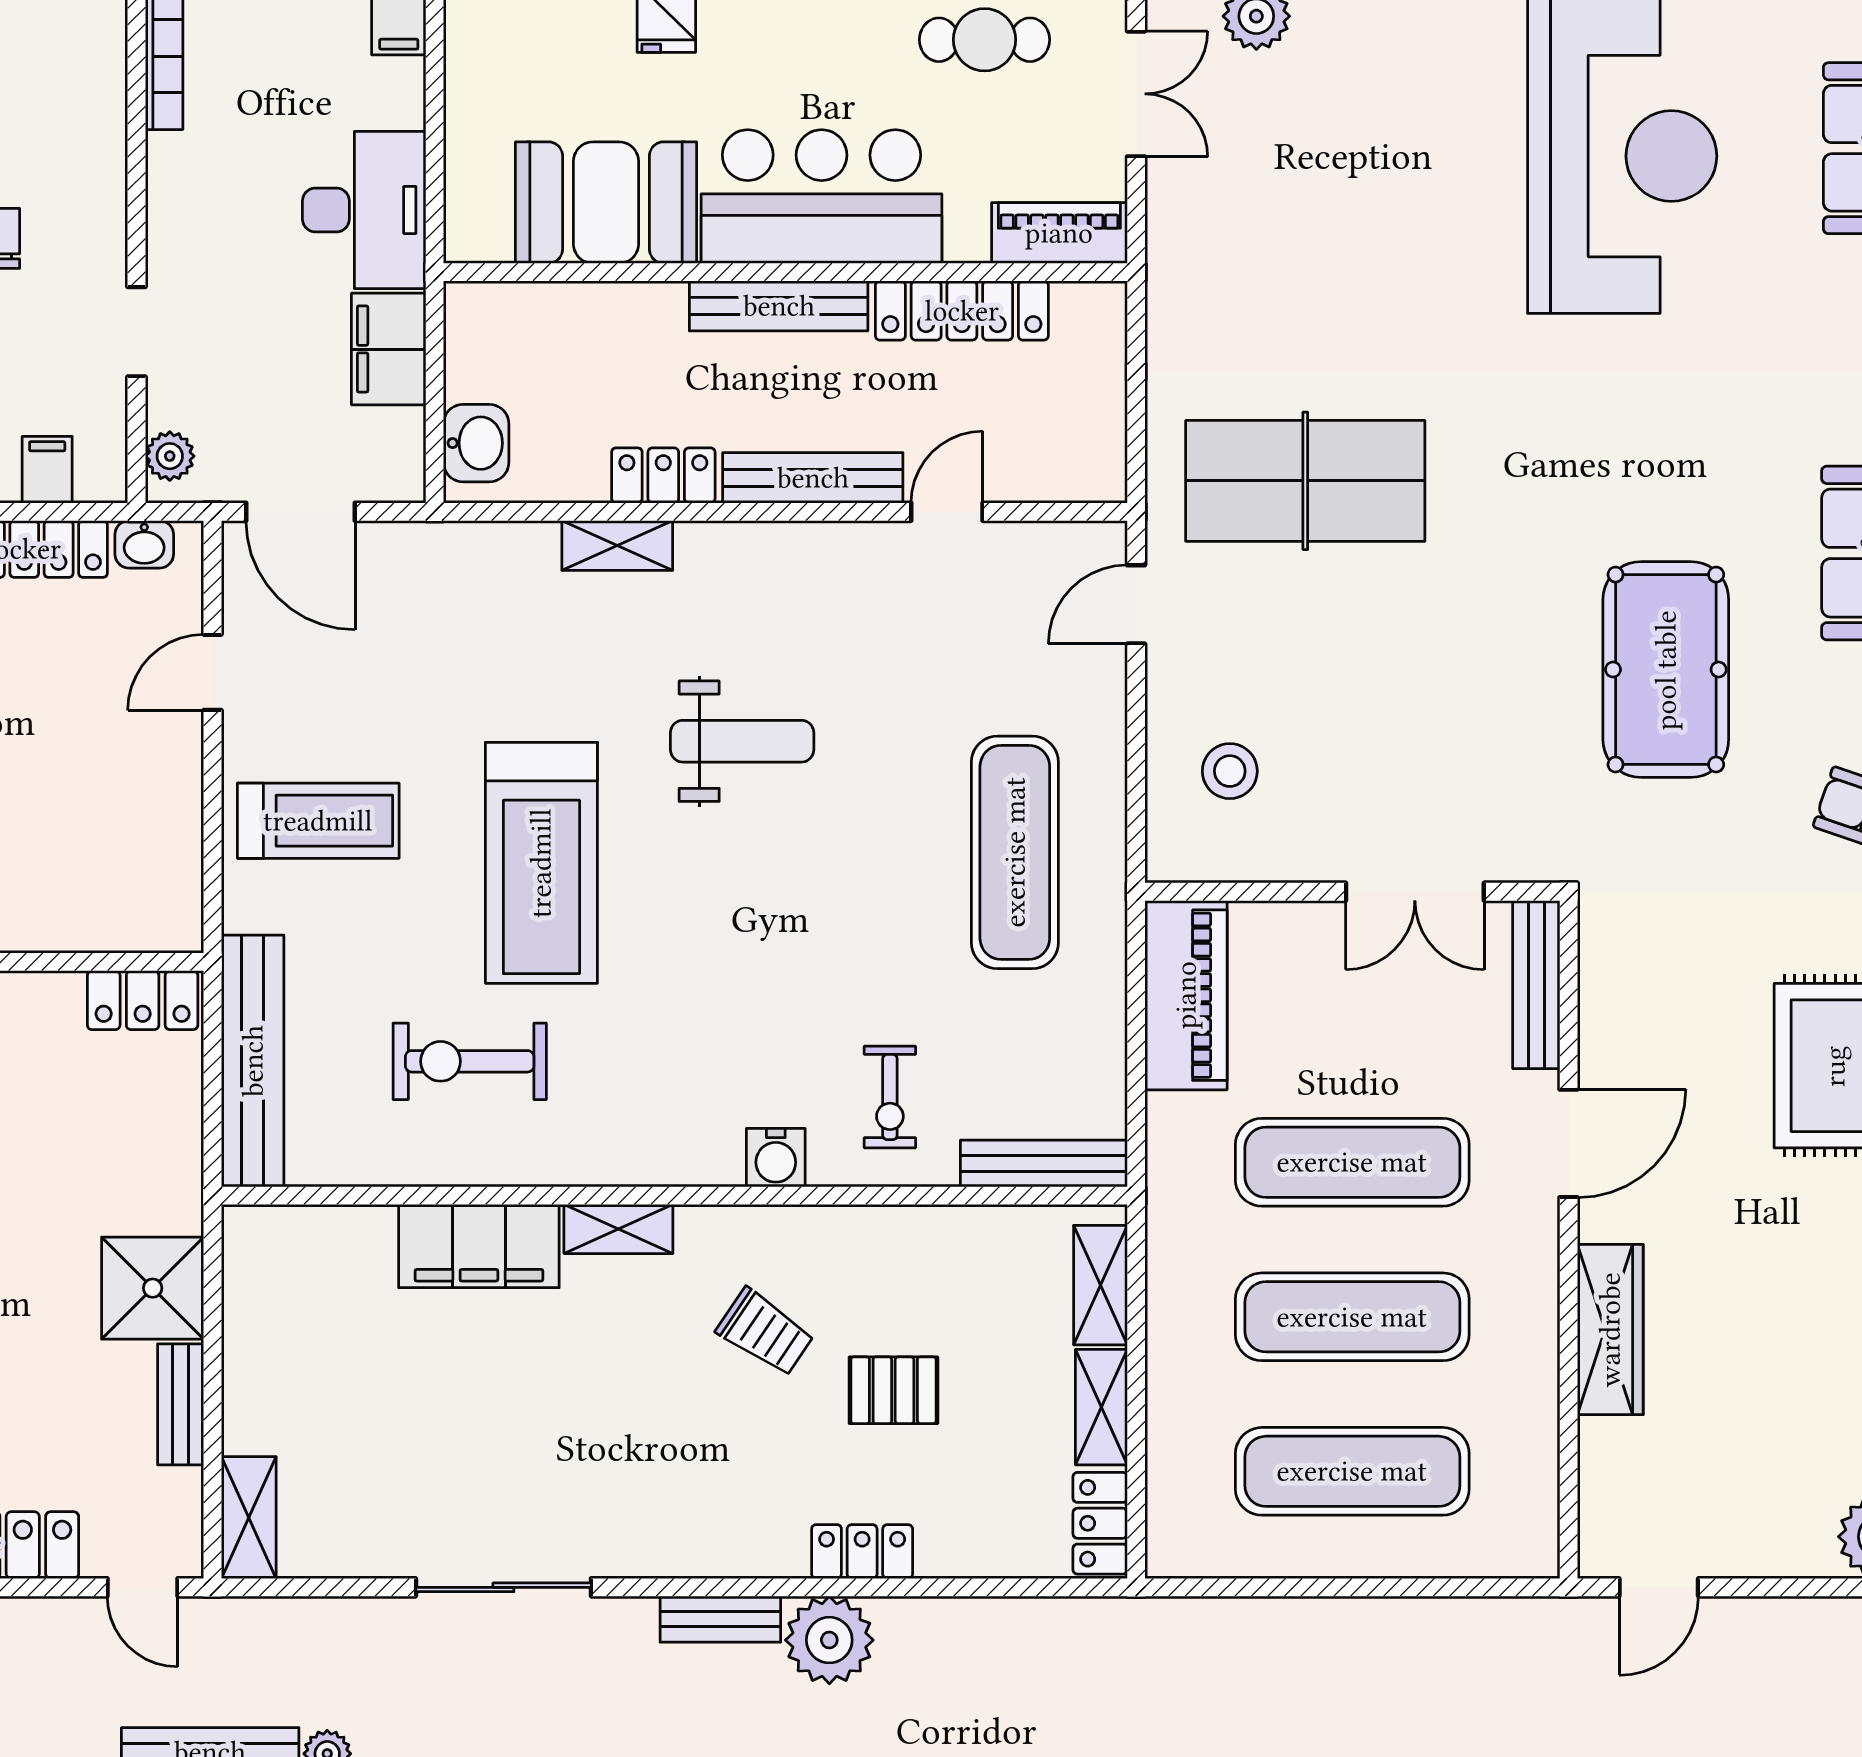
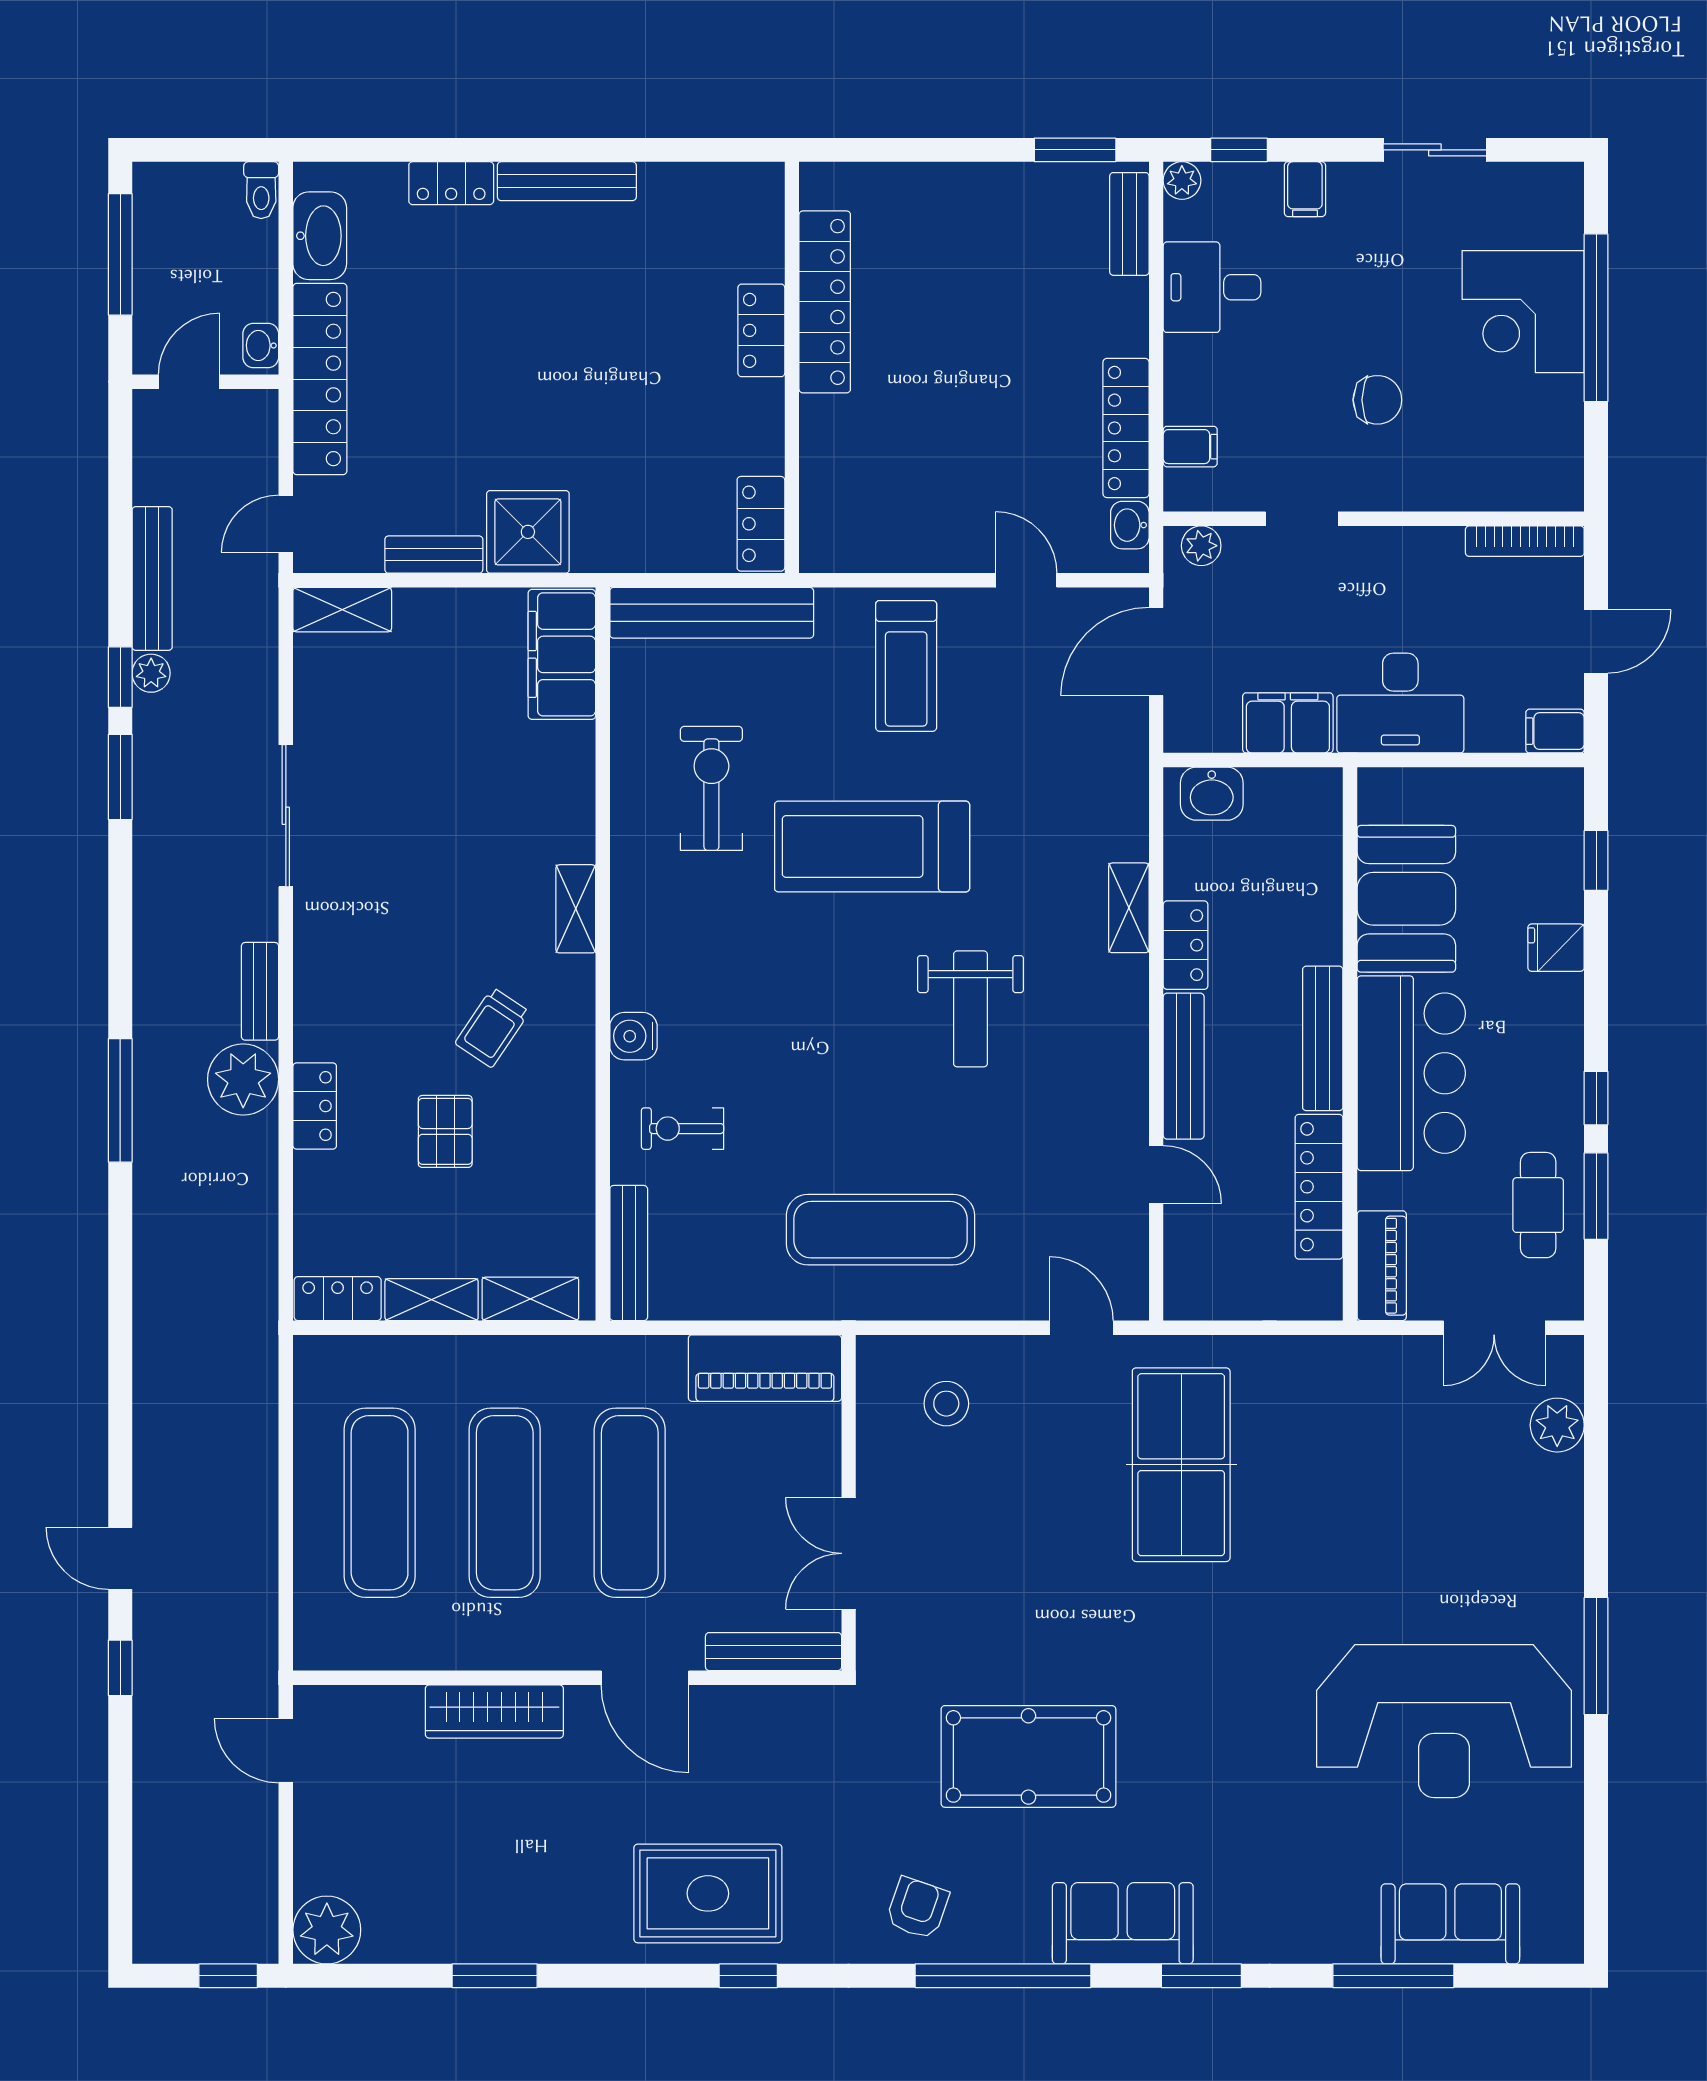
filing cabinet: (479, 1246) -> (562, 654), moved

